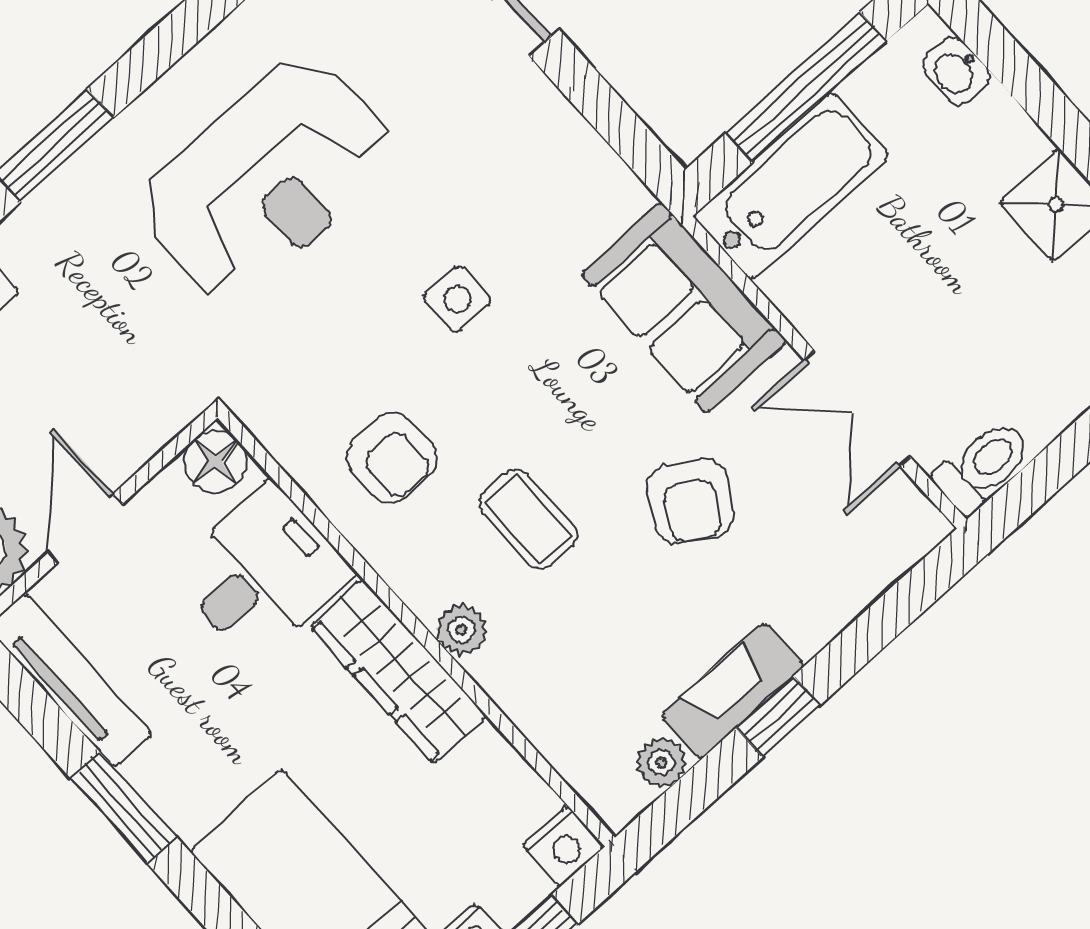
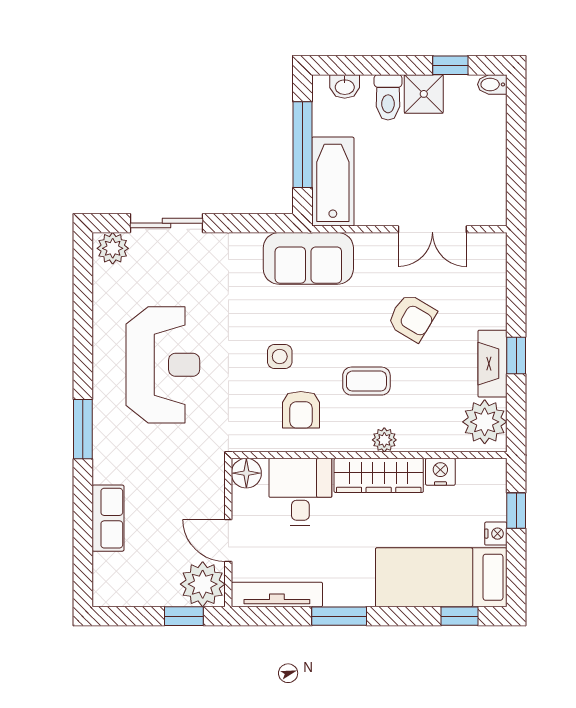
side table: (457, 299) -> (280, 357), moved
sofa: (684, 308) -> (308, 258), moved
armchair: (391, 458) -> (301, 410), turned 90
toilet: (983, 466) -> (388, 97), moved, turned 180
plant: (661, 762) -> (485, 422), width x1.87, depth x1.87
nightstand: (563, 846) -> (440, 472), moved, turned -90

